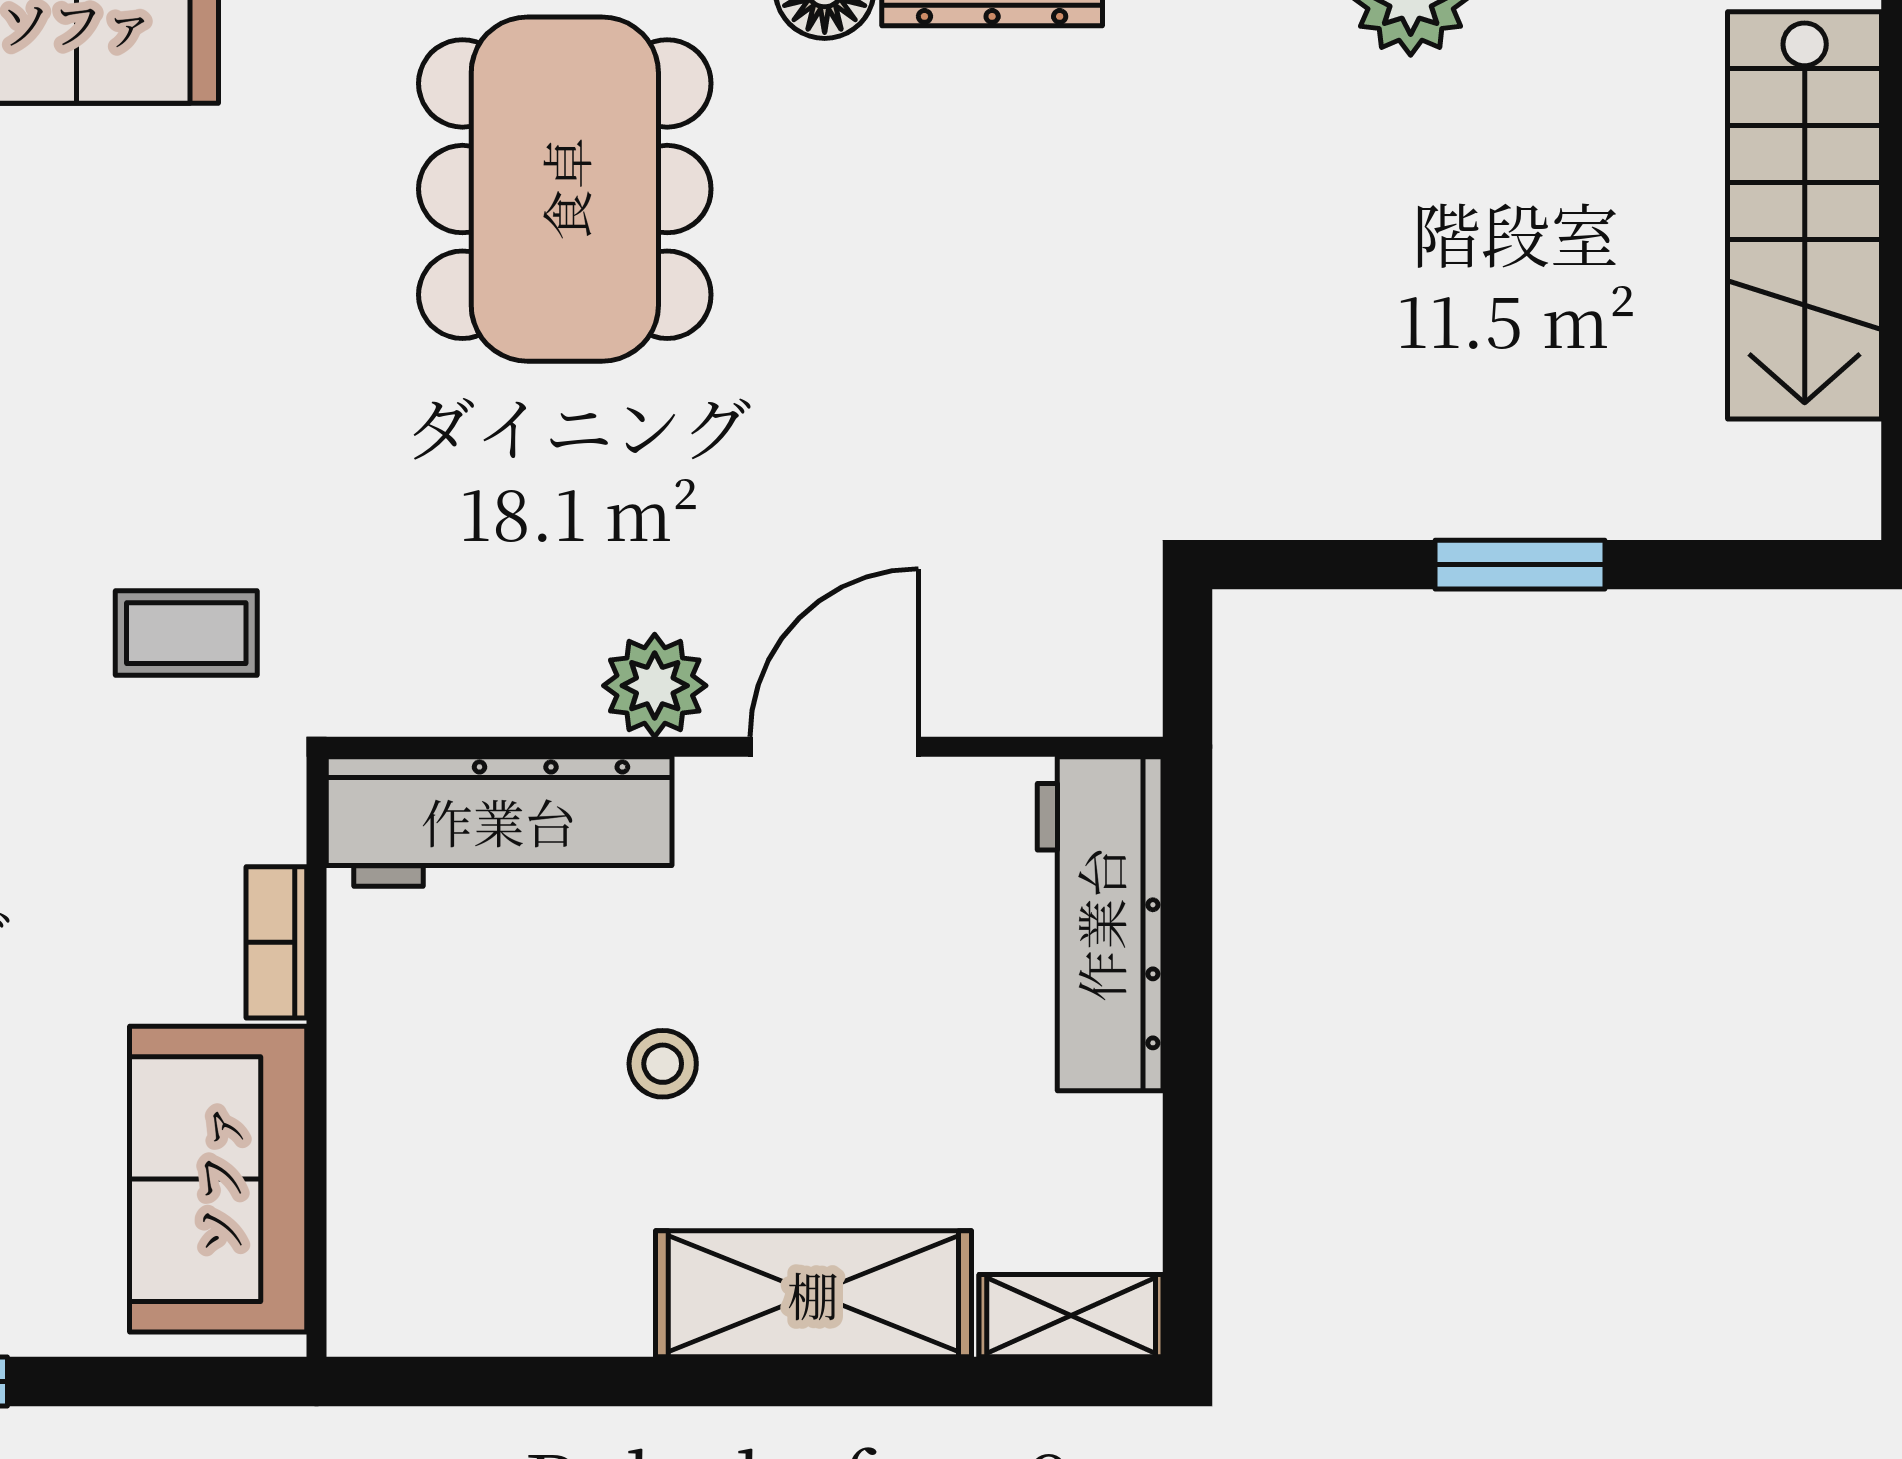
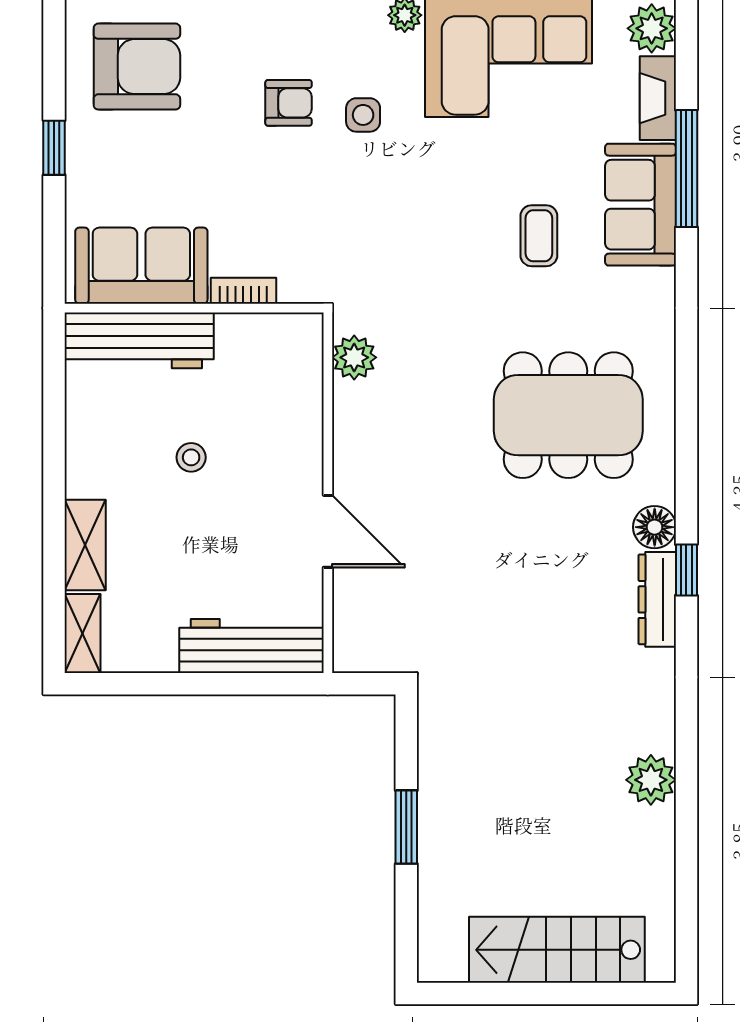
coffee table: (186, 633) -> (539, 236), moved
plant: (655, 686) -> (354, 357), moved
workbench: (499, 821) -> (139, 340), moved, turned -90
shelving: (813, 1294) -> (85, 545), width x0.67, depth x0.75

